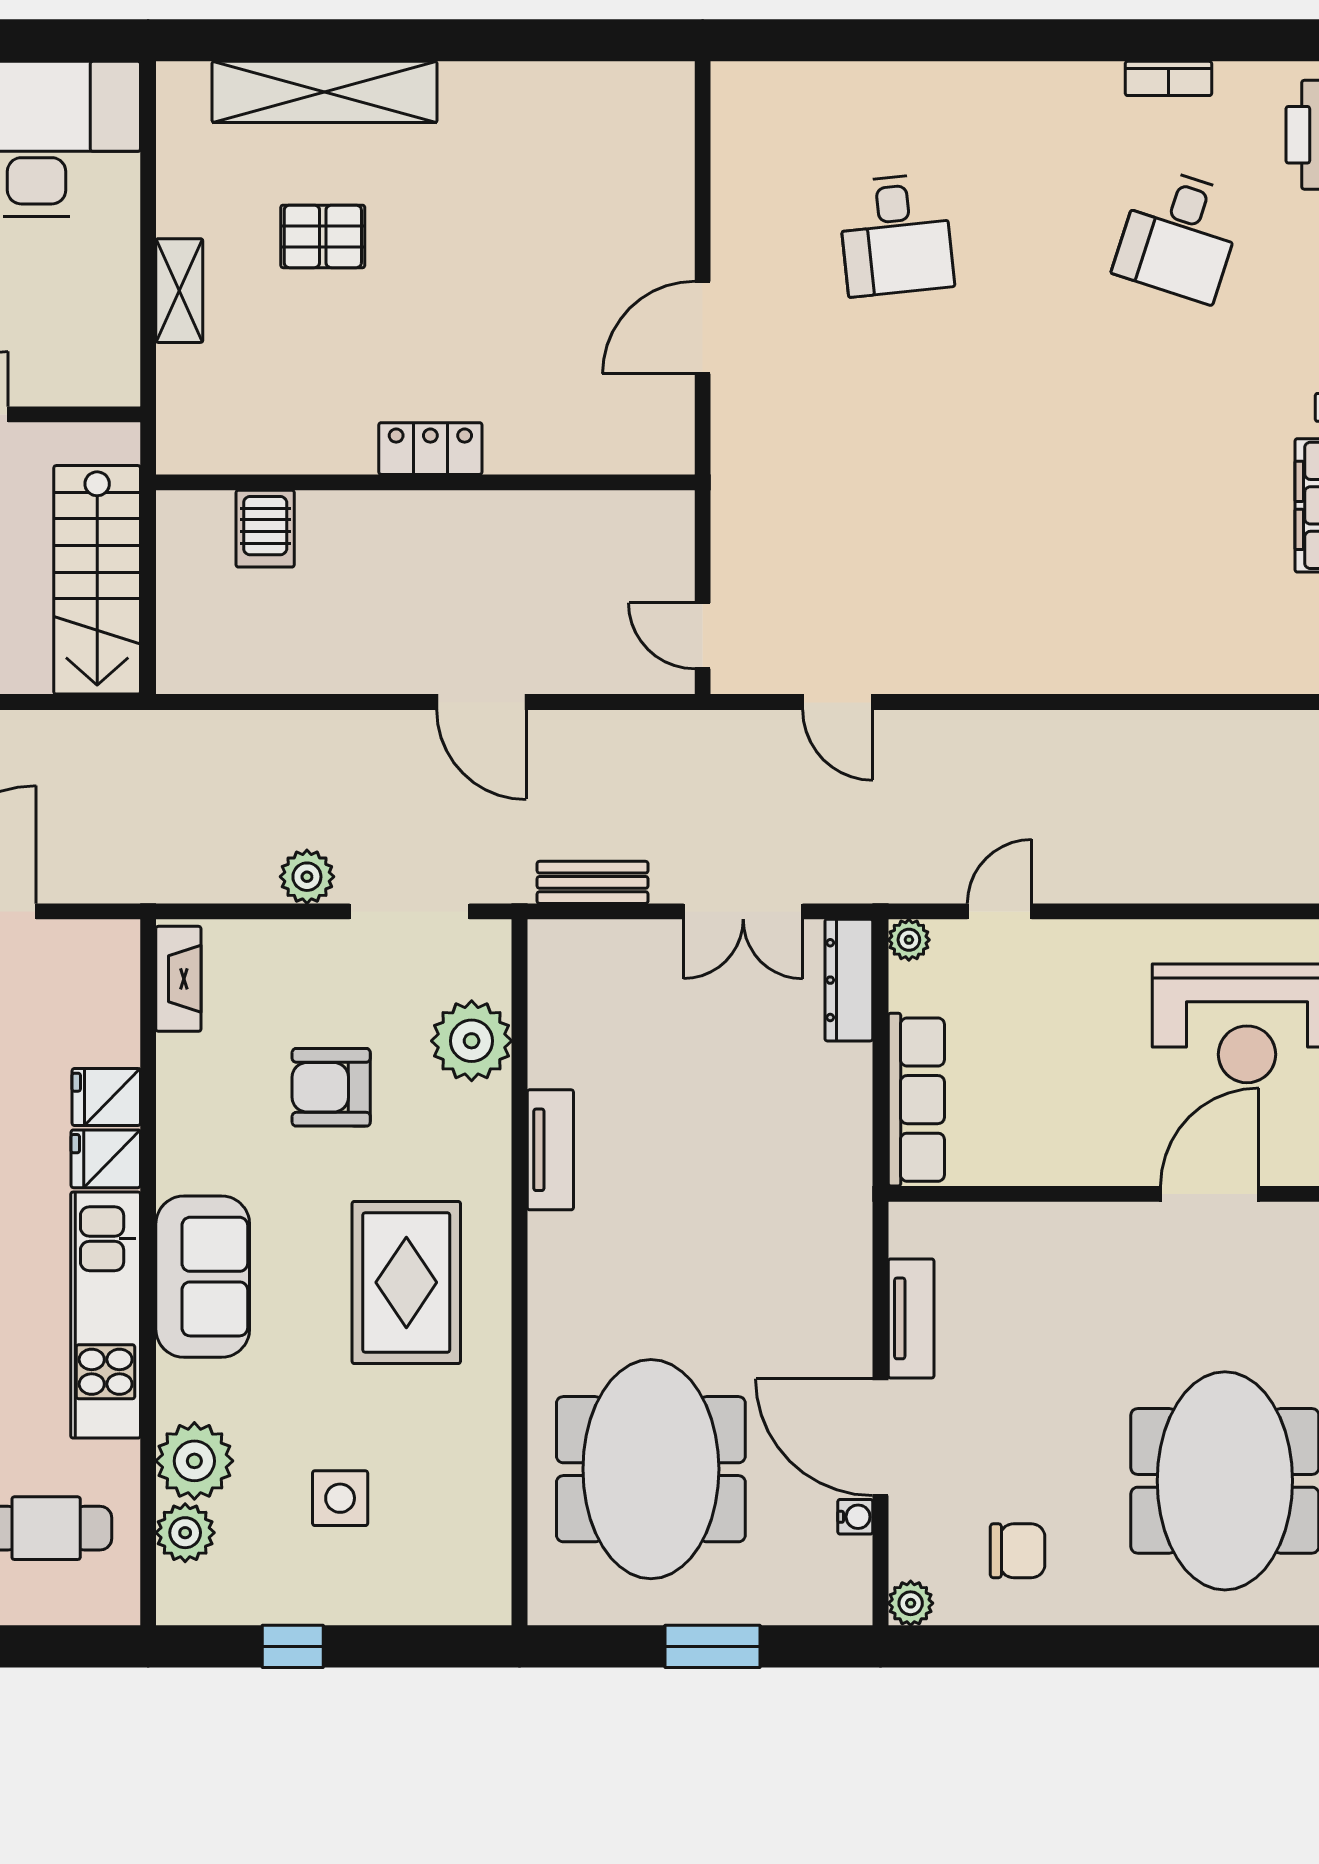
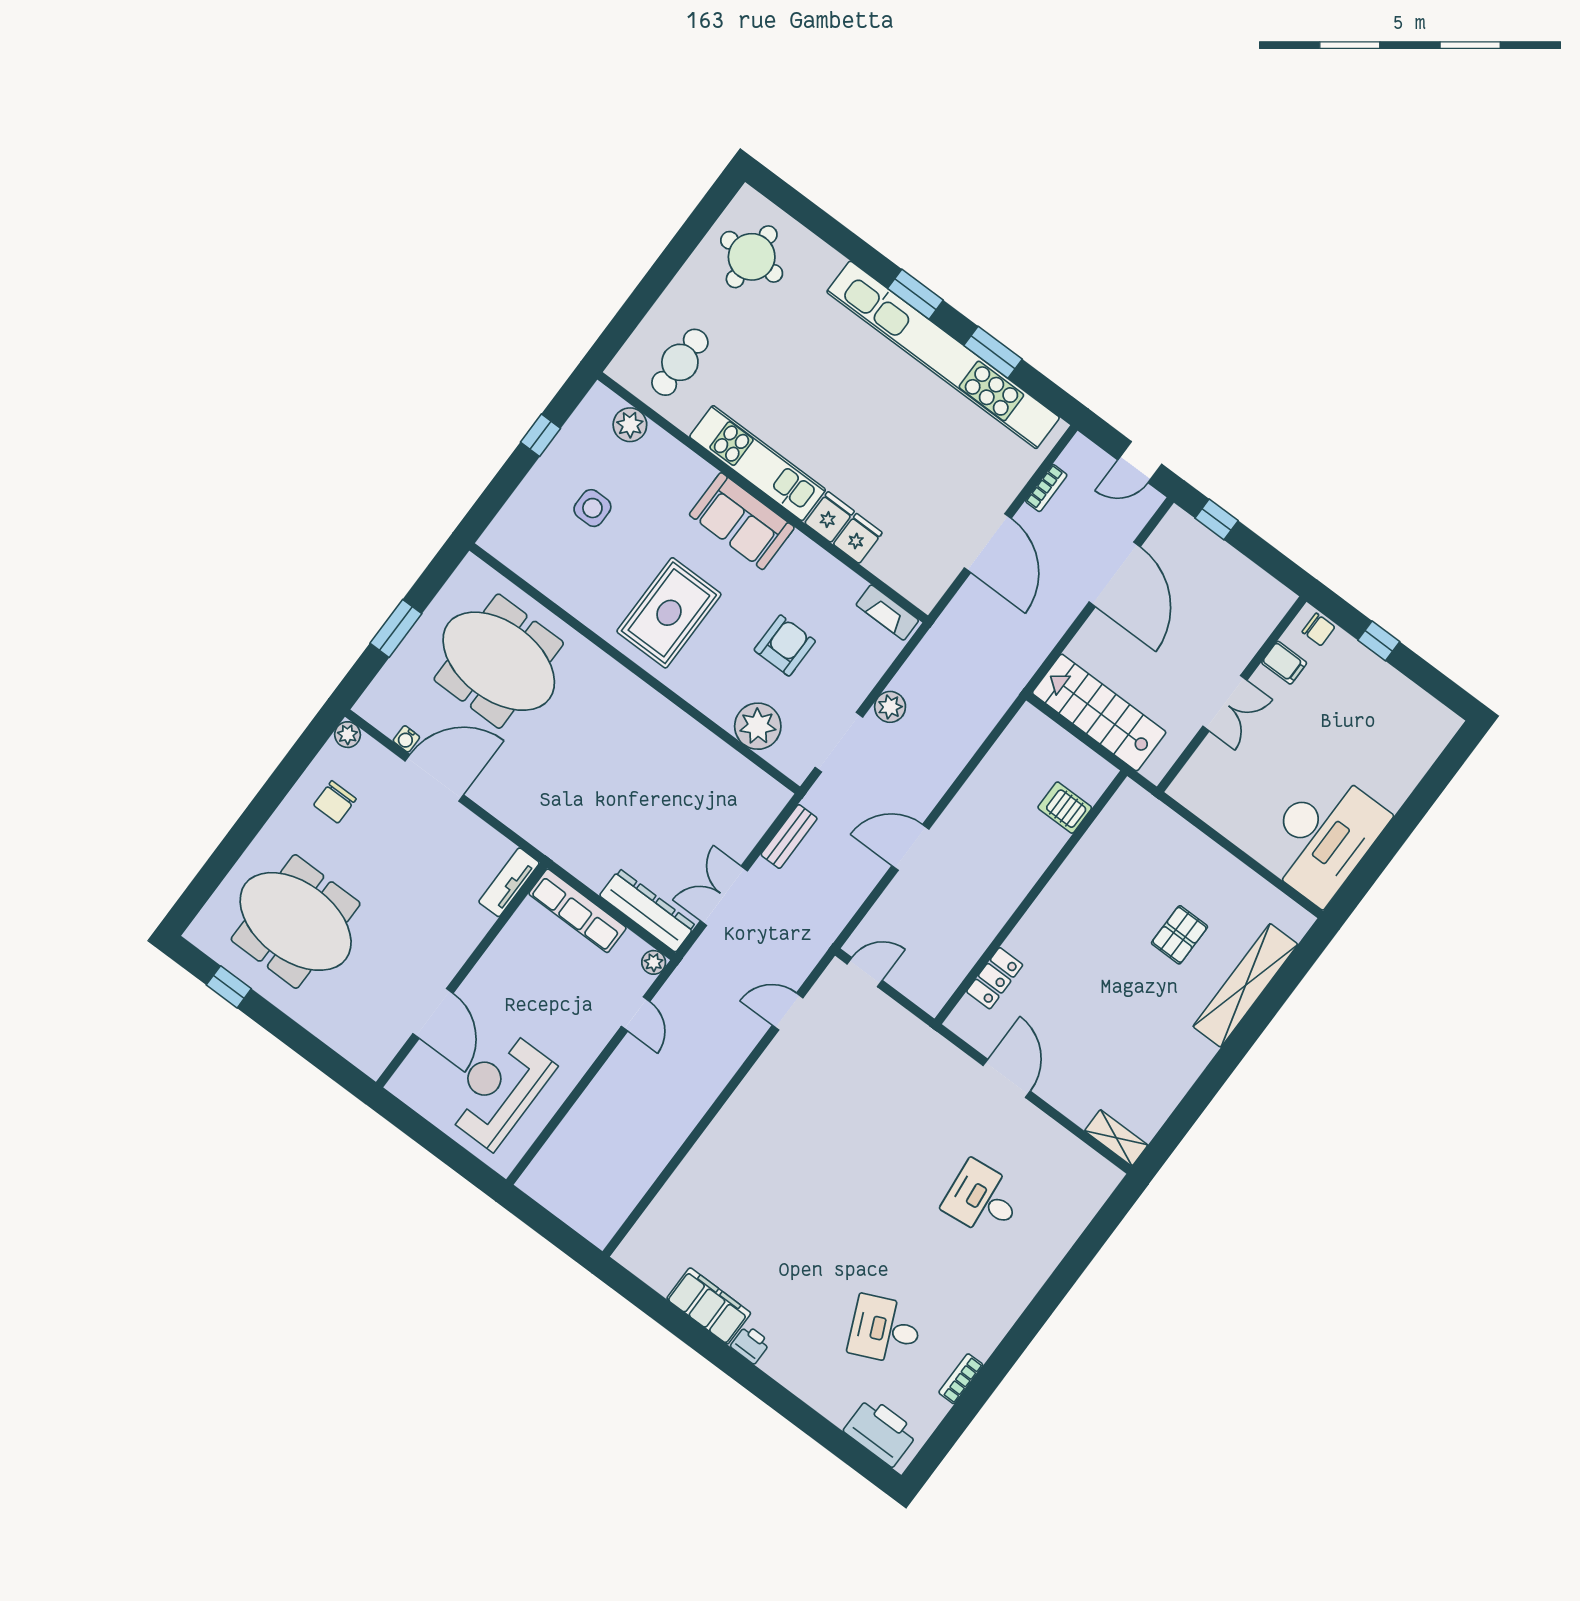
desk: (1179, 235) -> (885, 1330), turned -42
shelving: (179, 291) -> (1116, 1138), moved
locker: (430, 449) -> (995, 978), moved
dresser: (849, 980) -> (648, 910), width x1.37, depth x1.24
tv unit: (550, 1150) -> (680, 725), removed
rug: (406, 1282) -> (669, 613), turned 90
tv unit: (911, 1318) -> (509, 882), moved, turned 90
plant: (194, 1461) -> (660, 454), removed

